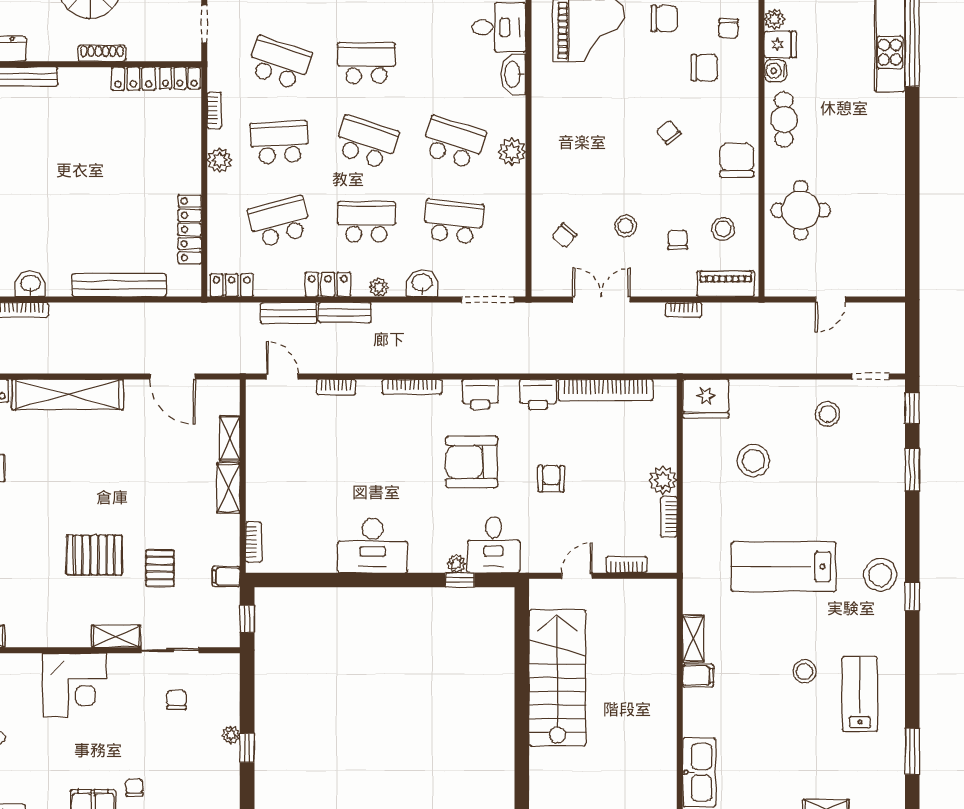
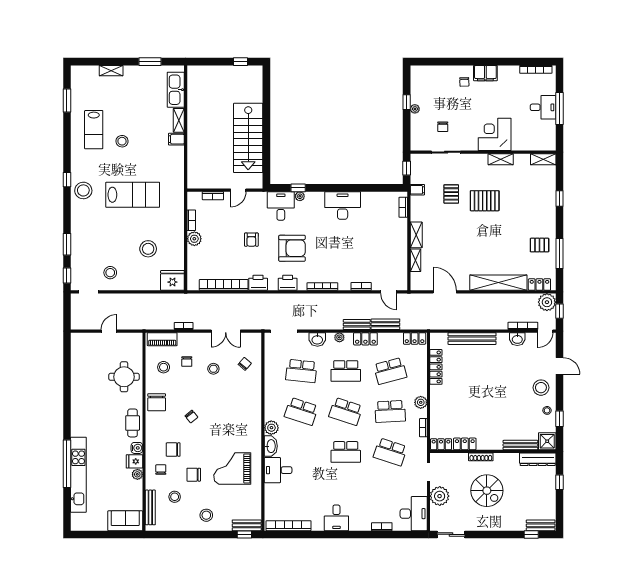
plant: (512, 152) -> (271, 428), moved
shelving: (116, 636) -> (501, 159), moved
shelving: (693, 639) -> (179, 120), moved

